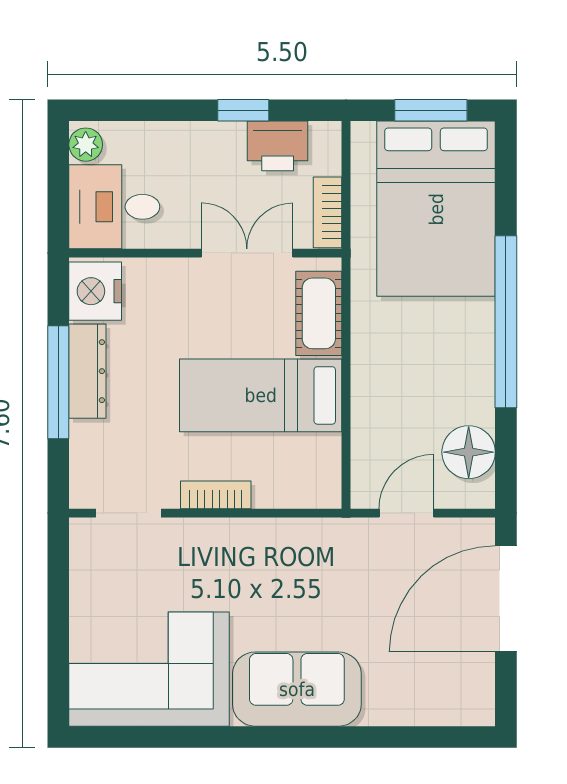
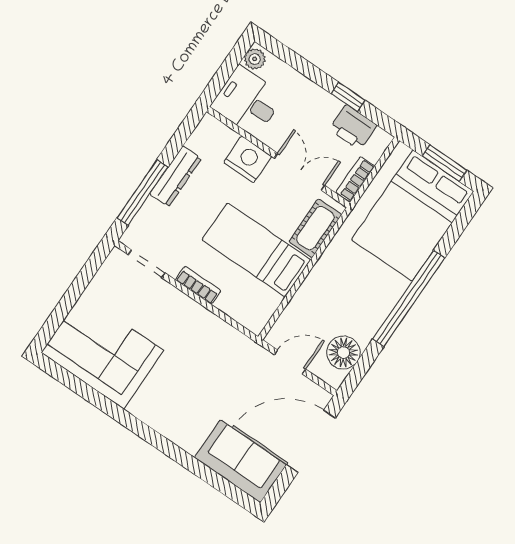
nightstand: (95, 291) -> (248, 159), moved, turned 90
window: (58, 382) -> (143, 192), moved
sofa: (297, 689) -> (240, 461), moved

